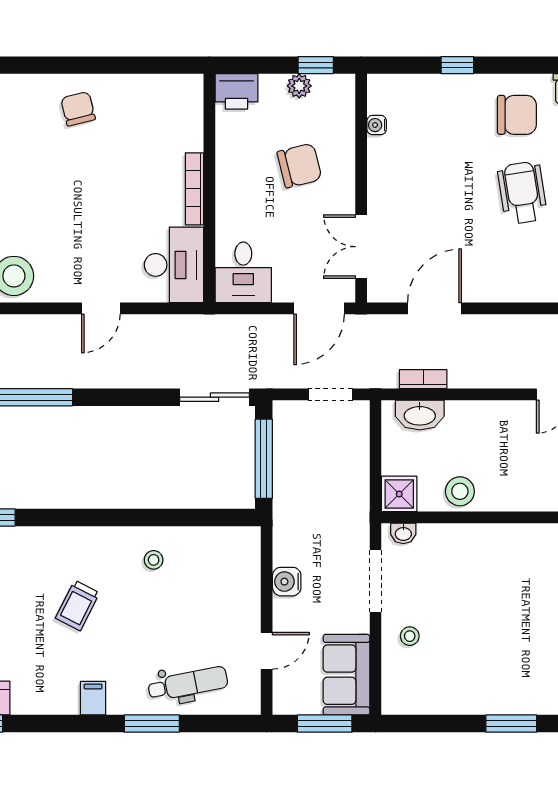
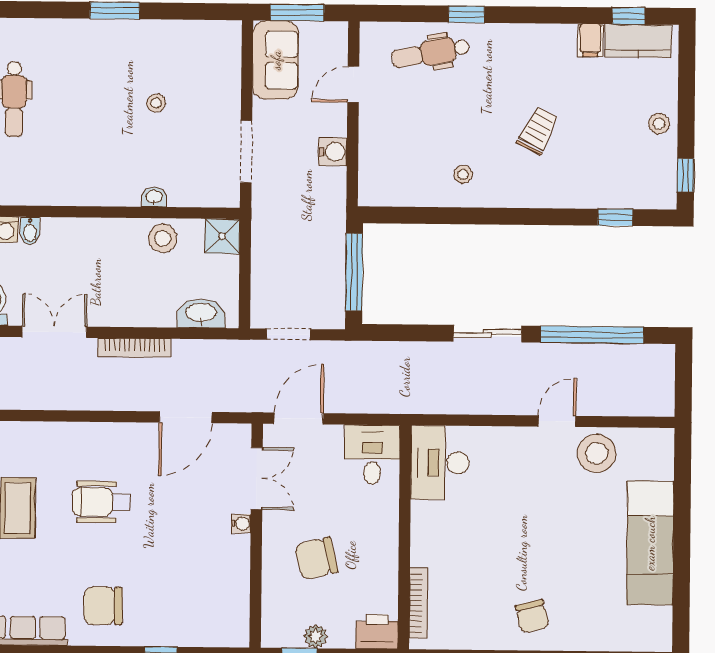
water cooler: (377, 125) -> (241, 524), moved
bookcase: (194, 189) -> (418, 603), moved
wheelchair: (522, 193) -> (101, 502), moved, turned 99
door: (101, 308) -> (557, 421), moved
bookcase: (423, 379) -> (134, 348), moved, width x1.56
sliding door: (215, 397) -> (488, 334), moved
washbasin: (403, 533) -> (154, 197), moved
stool: (410, 636) -> (156, 103), moved
filing cabinet: (93, 698) -> (590, 40), moved
window: (152, 724) -> (466, 14), width x0.67

